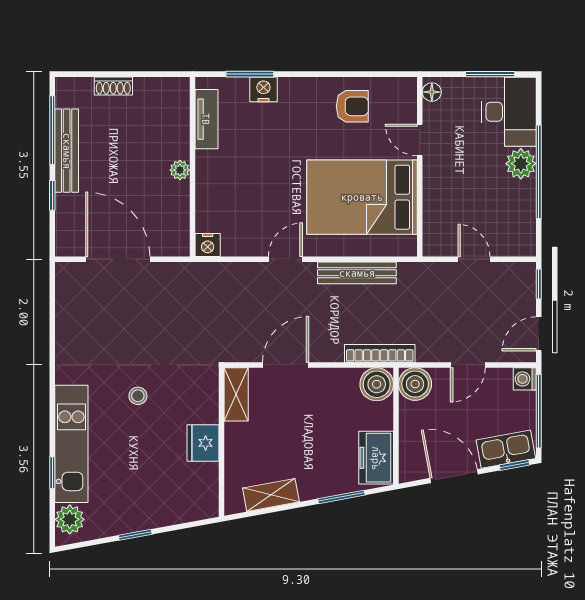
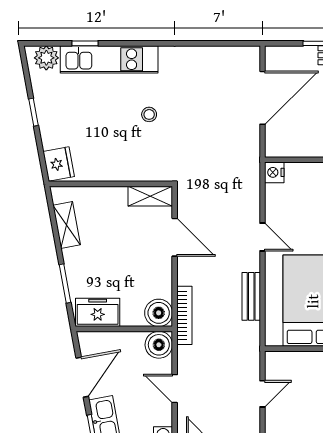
bench: (357, 273) -> (251, 296), width x0.73
fridge: (203, 443) -> (59, 164), moved, turned 80

